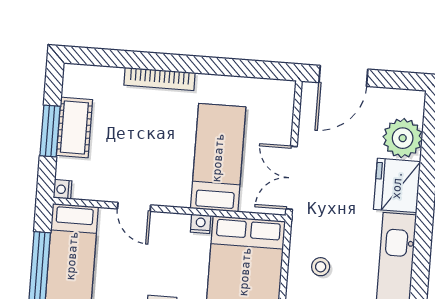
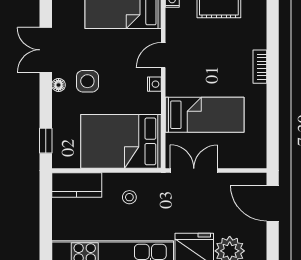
bookcase: (160, 79) -> (260, 67), width x0.64
nightstand: (201, 224) -> (154, 84), moved

